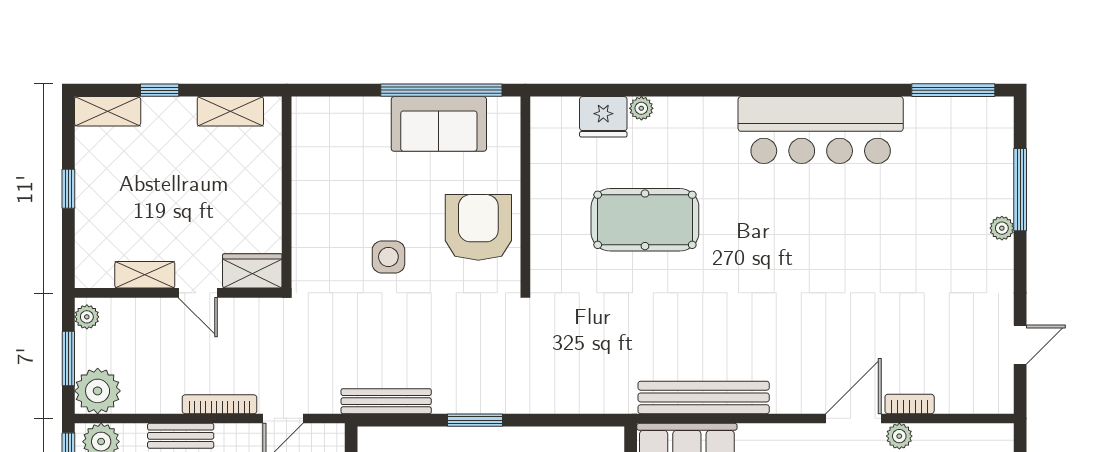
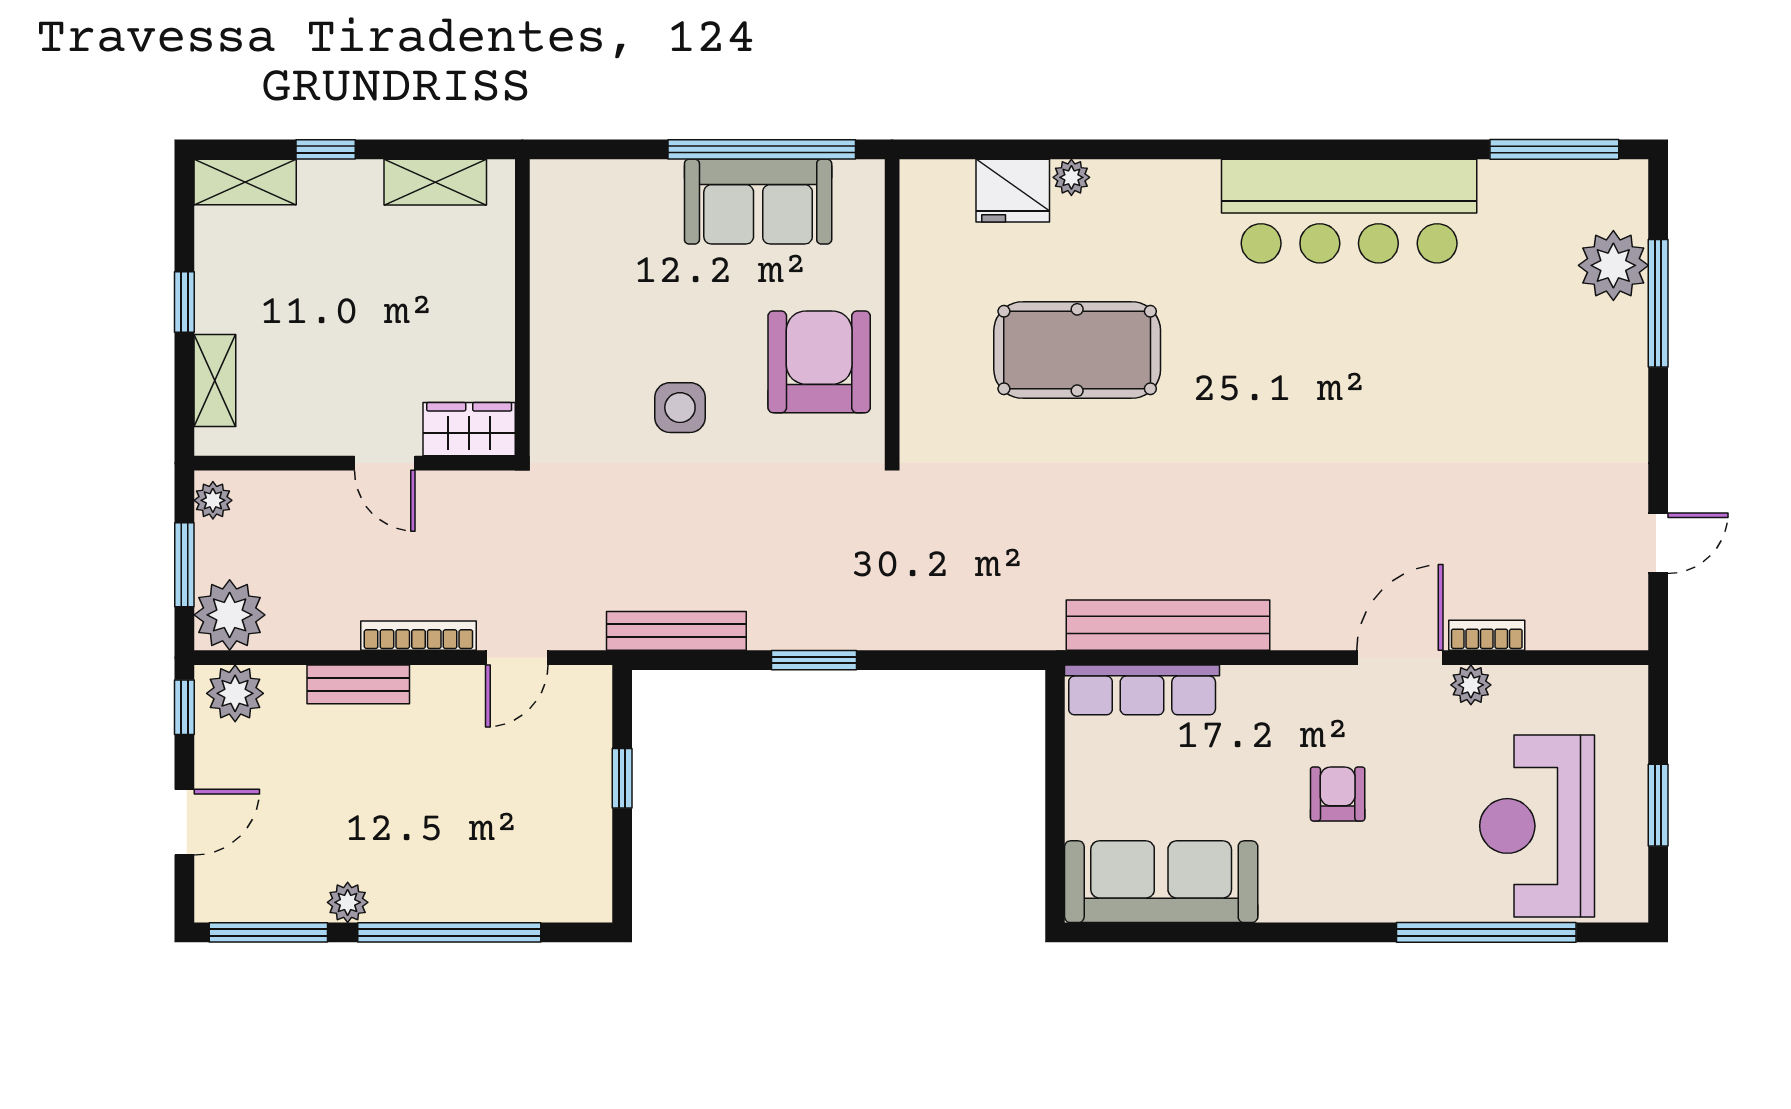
plant: (1002, 228) -> (1613, 265), moved, width x1.88, depth x1.88
shelving: (145, 275) -> (215, 381), moved, turned 90

